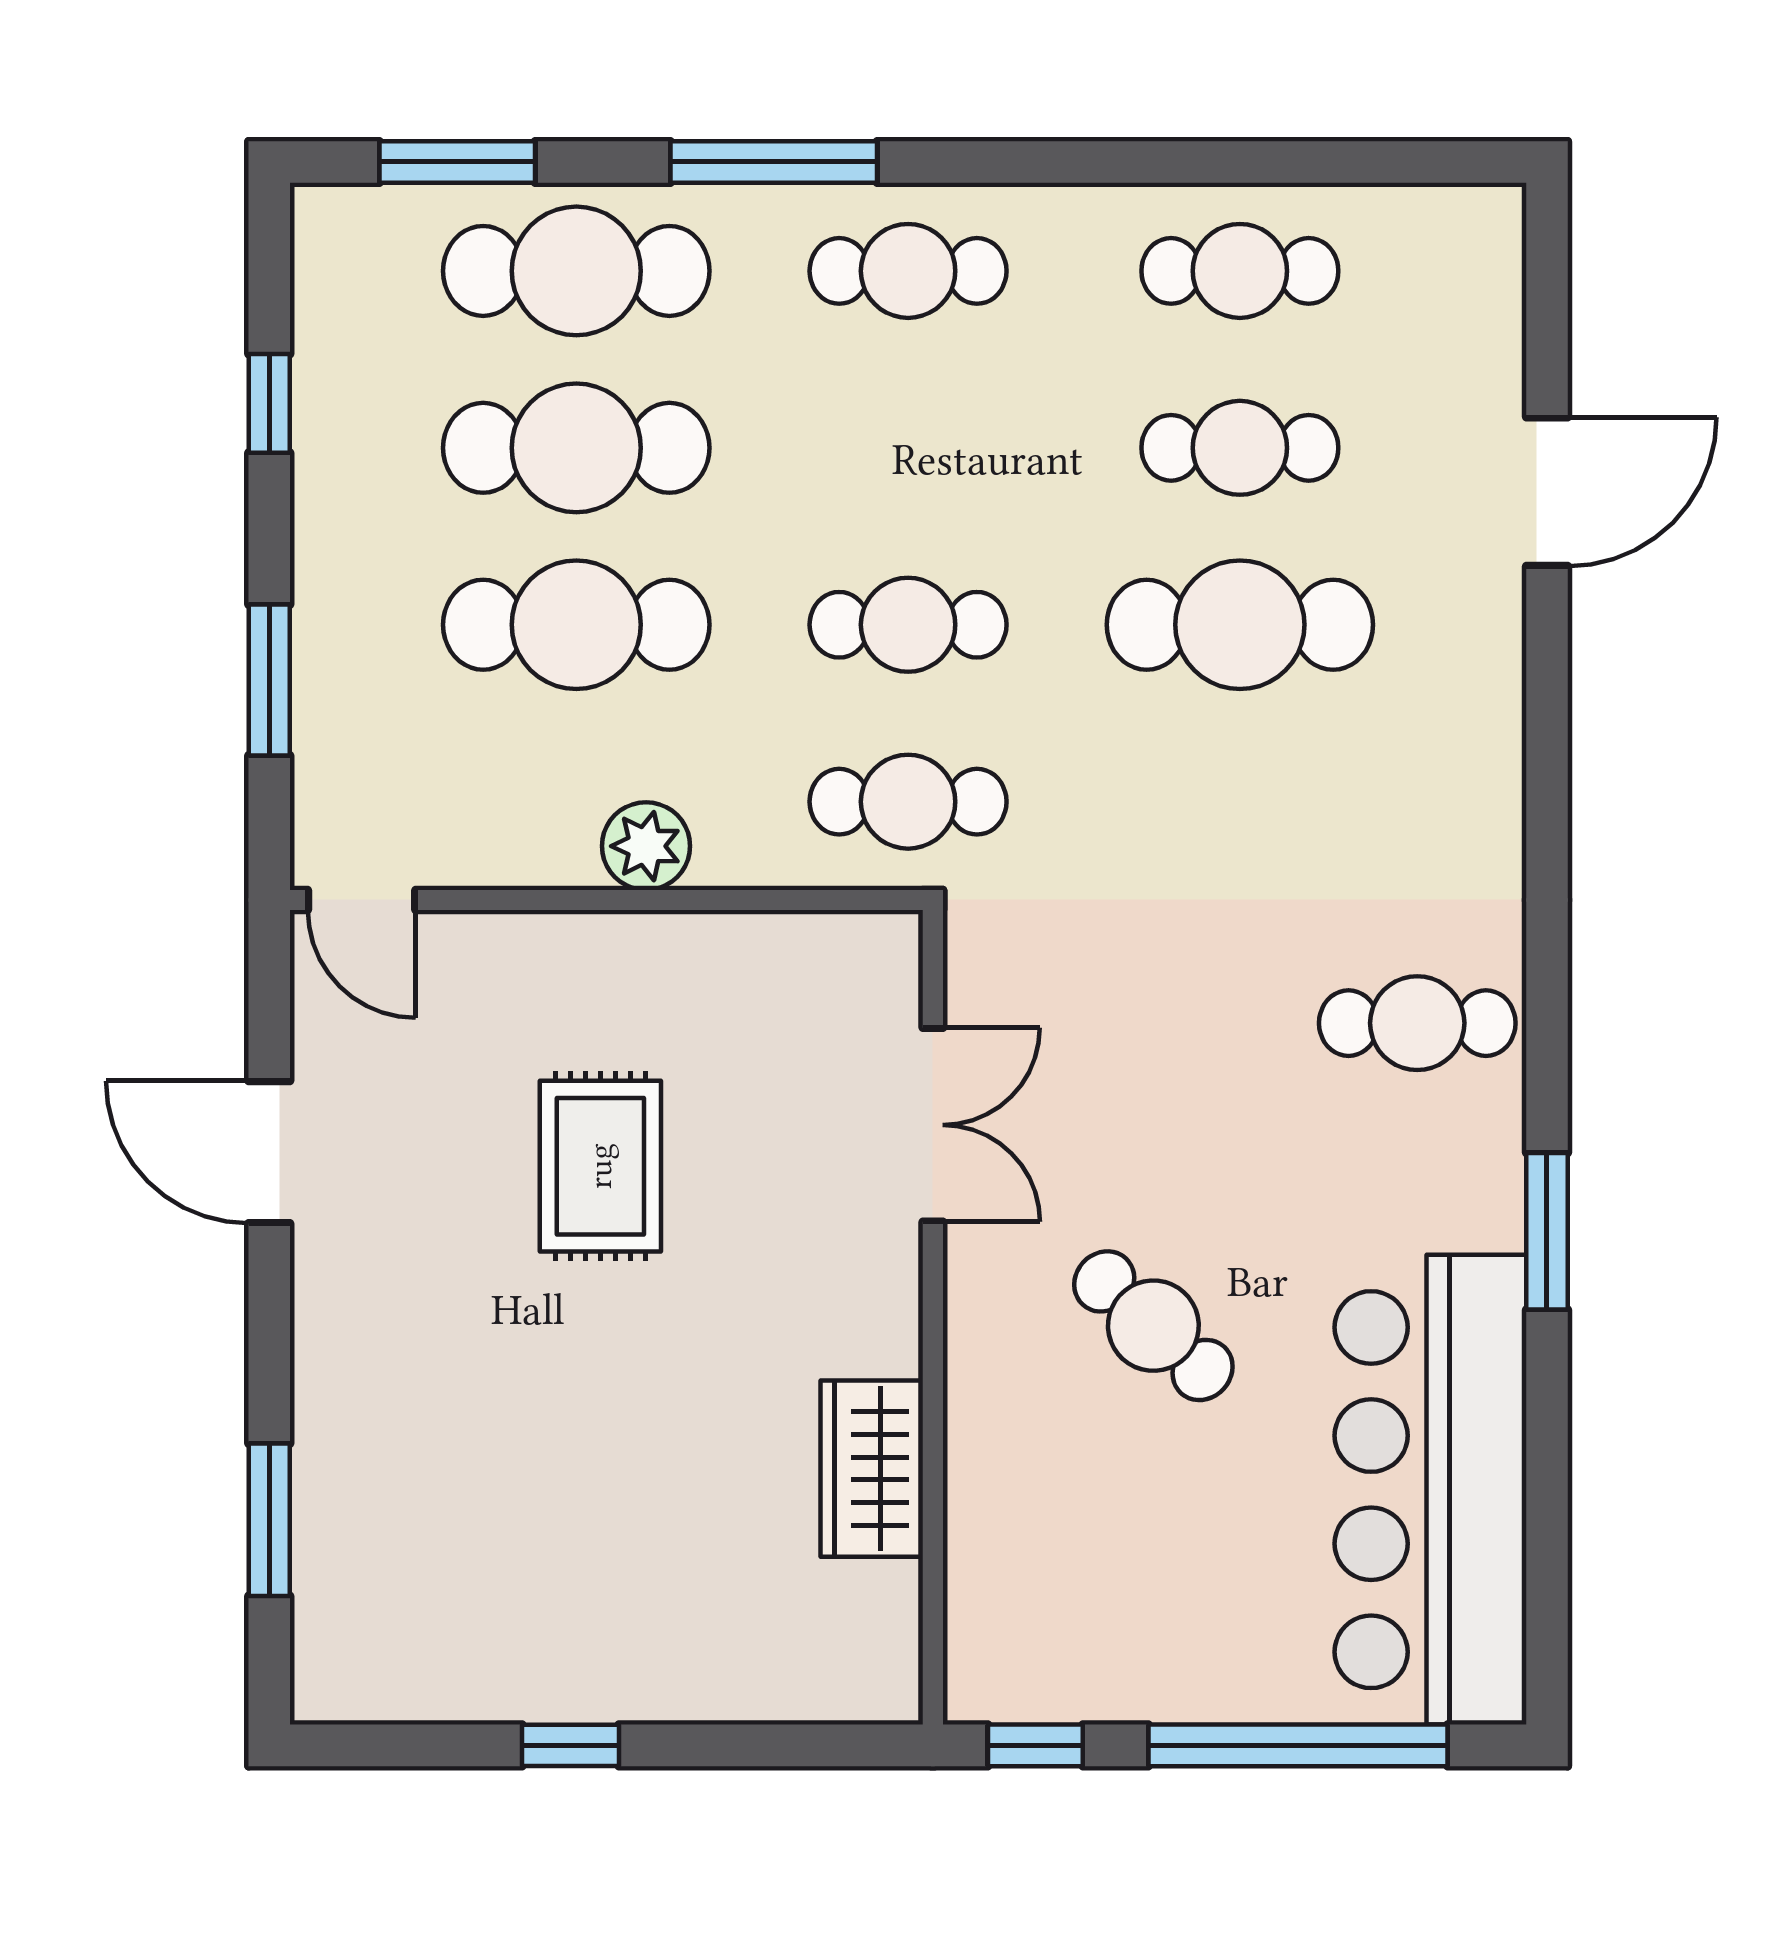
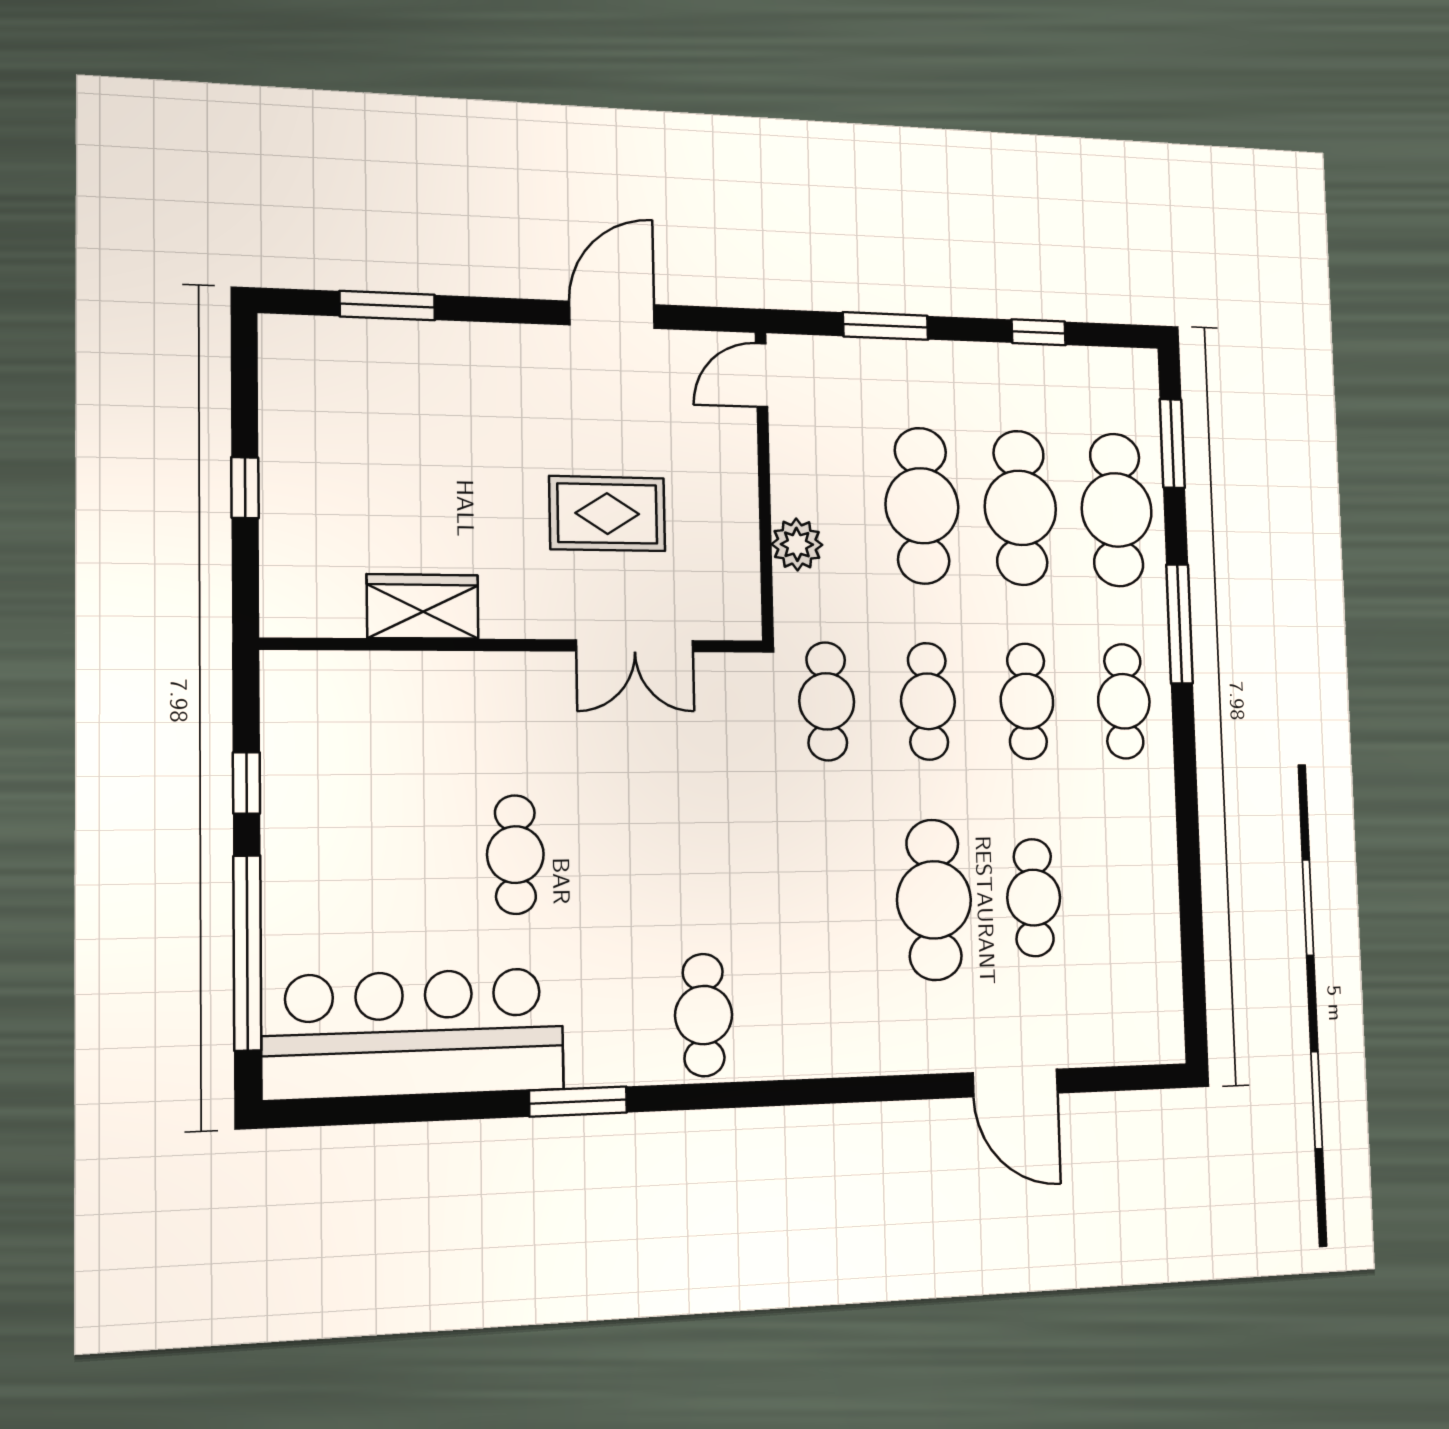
cafe table: (1240, 271) -> (1027, 701), moved
double door: (933, 1125) -> (635, 646), moved
wall: (933, 1317) -> (517, 645), moved
cafe table: (1153, 1326) -> (515, 855), turned -42
wardrobe: (872, 1469) -> (423, 606), moved

